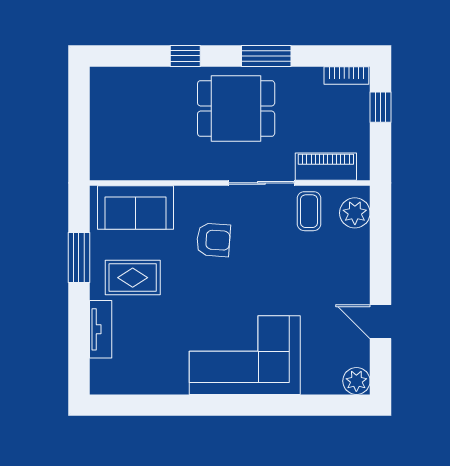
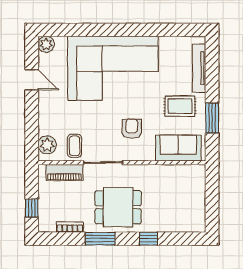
bookcase: (346, 75) -> (70, 227), moved
armchair: (213, 240) -> (132, 129), turned 86
tv unit: (101, 329) -> (199, 68), width x1.41
corner sofa: (245, 355) -> (113, 68), width x1.36, depth x1.36

